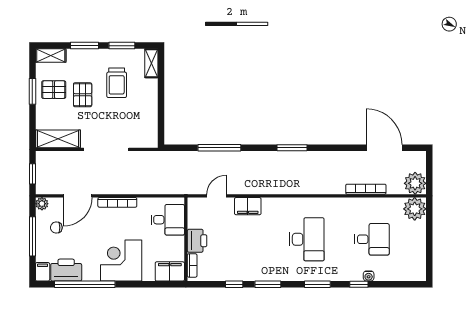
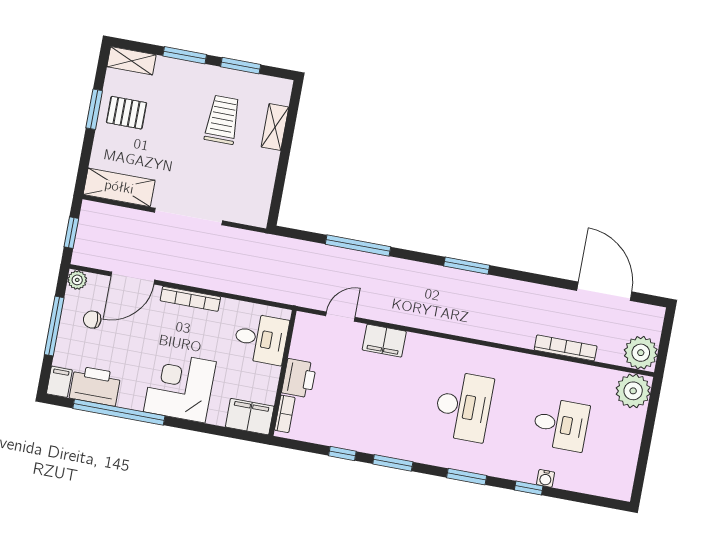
shelving: (151, 63) -> (275, 127), moved
trolley: (117, 83) -> (222, 120), turned 180
pallet: (83, 95) -> (168, 128), removed

